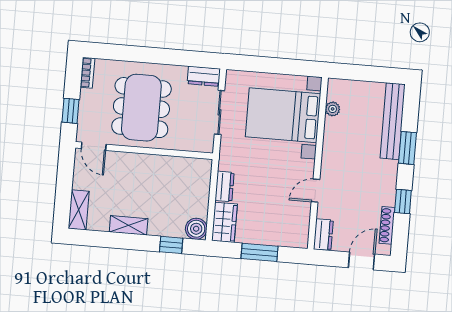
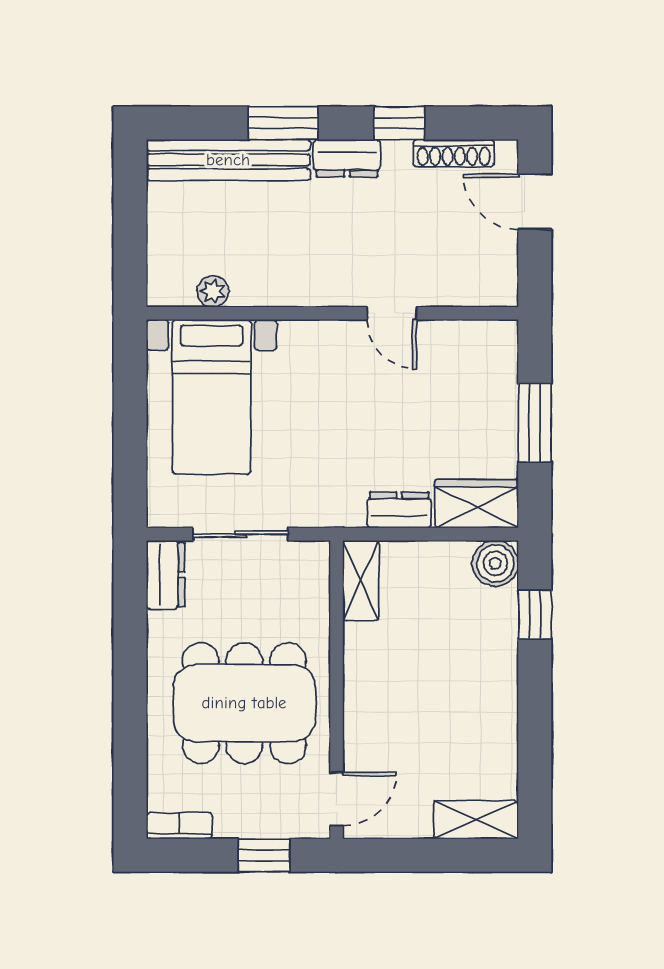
bed with nightstands: (283, 115) -> (212, 397), width x0.73
shelving: (129, 225) -> (361, 580), moved
dresser: (323, 235) -> (347, 158), moved, turned 180

